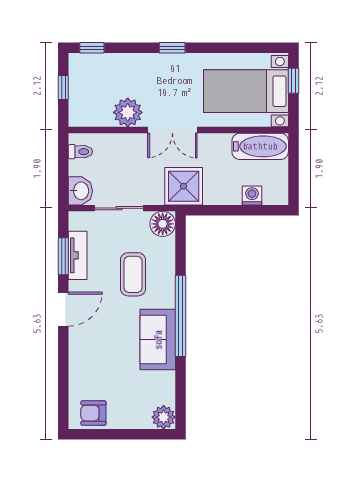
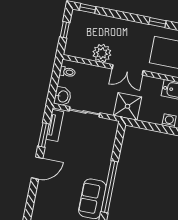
window: (172, 48) -> (157, 22), moved
floor lamp: (163, 224) -> (110, 127), removed
tv unit: (78, 255) -> (55, 125), moved
coffee table: (133, 274) -> (85, 155), removed

